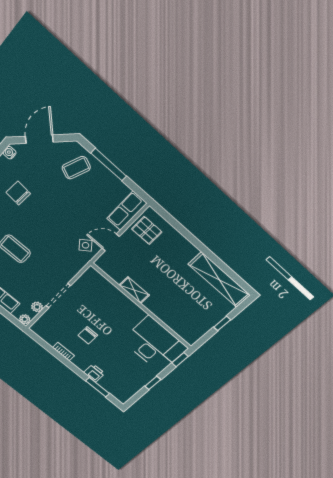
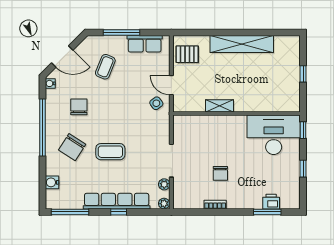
door: (39, 139) -> (62, 56), swing flipped
coffee table: (76, 168) -> (105, 67), moved
chair: (18, 193) -> (79, 107), turned 85
row of seats: (127, 211) -> (145, 44), moved, turned -90
door: (111, 242) -> (171, 85), hinge flipped
shelving: (219, 280) -> (242, 44), moved
printer: (94, 373) -> (271, 202), moved

